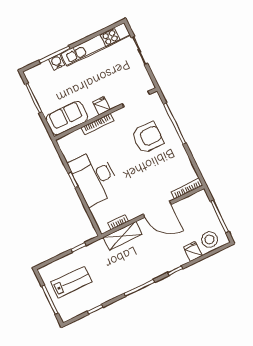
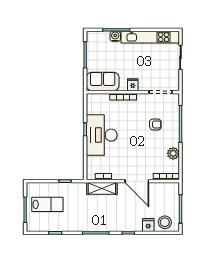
armchair: (147, 137) -> (155, 124), width x0.53, depth x0.53
plant: (182, 160) -> (173, 153), added

